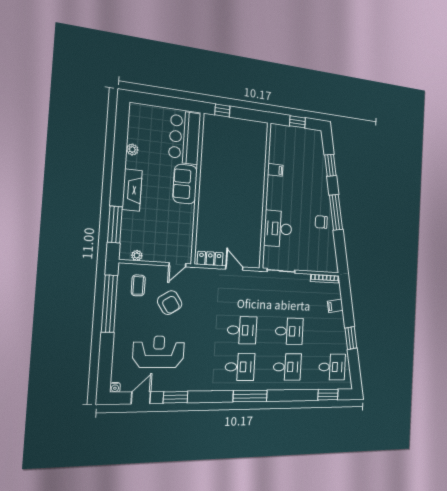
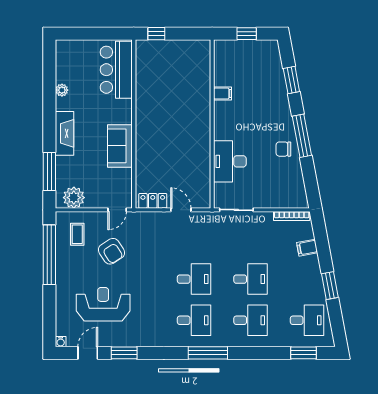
sofa: (185, 184) -> (120, 146), moved
plant: (137, 255) -> (74, 198), width x1.88, depth x1.88

